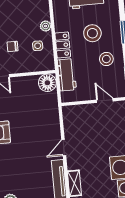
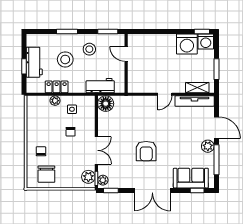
locker: (63, 45) -> (57, 87), moved
door: (105, 101) -> (126, 54), hinge flipped
door: (64, 148) -> (165, 94), hinge flipped

